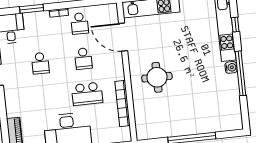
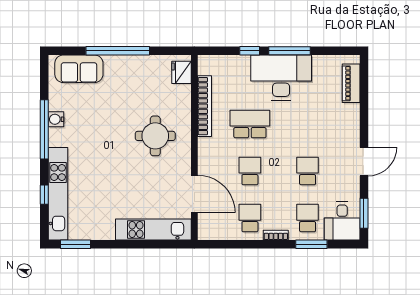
school desk: (36, 28) -> (308, 218), added
water cooler: (231, 67) -> (56, 119), moved
sofa: (219, 121) -> (79, 69), added
fridge: (143, 127) -> (181, 72), added

